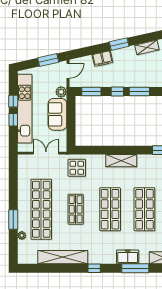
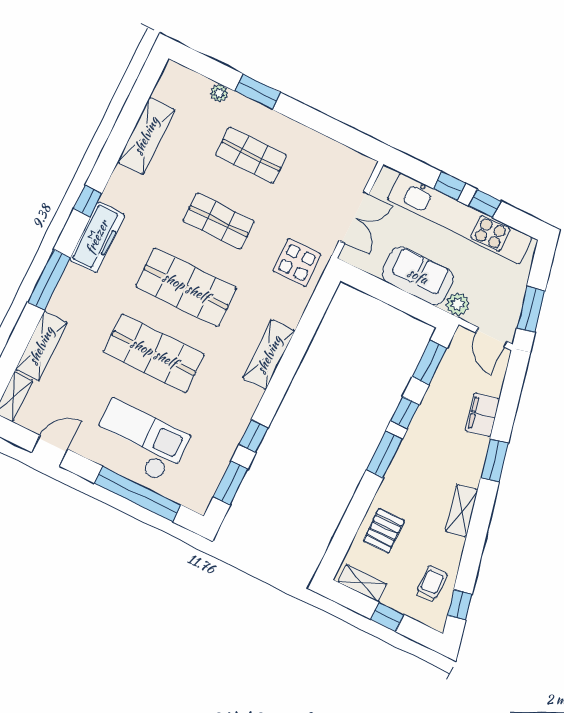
shop shelf: (41, 209) -> (251, 155), width x0.50, depth x0.74
shelving: (63, 257) -> (146, 136), width x0.68
freezer: (128, 257) -> (97, 237), moved, width x1.40

